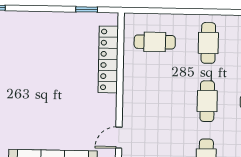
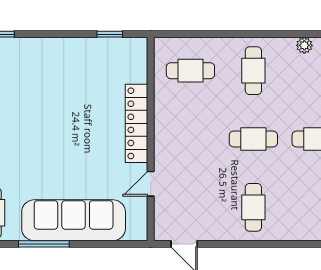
locker: (108, 59) -> (136, 123), moved
cafe table: (207, 101) -> (253, 139), turned 90

